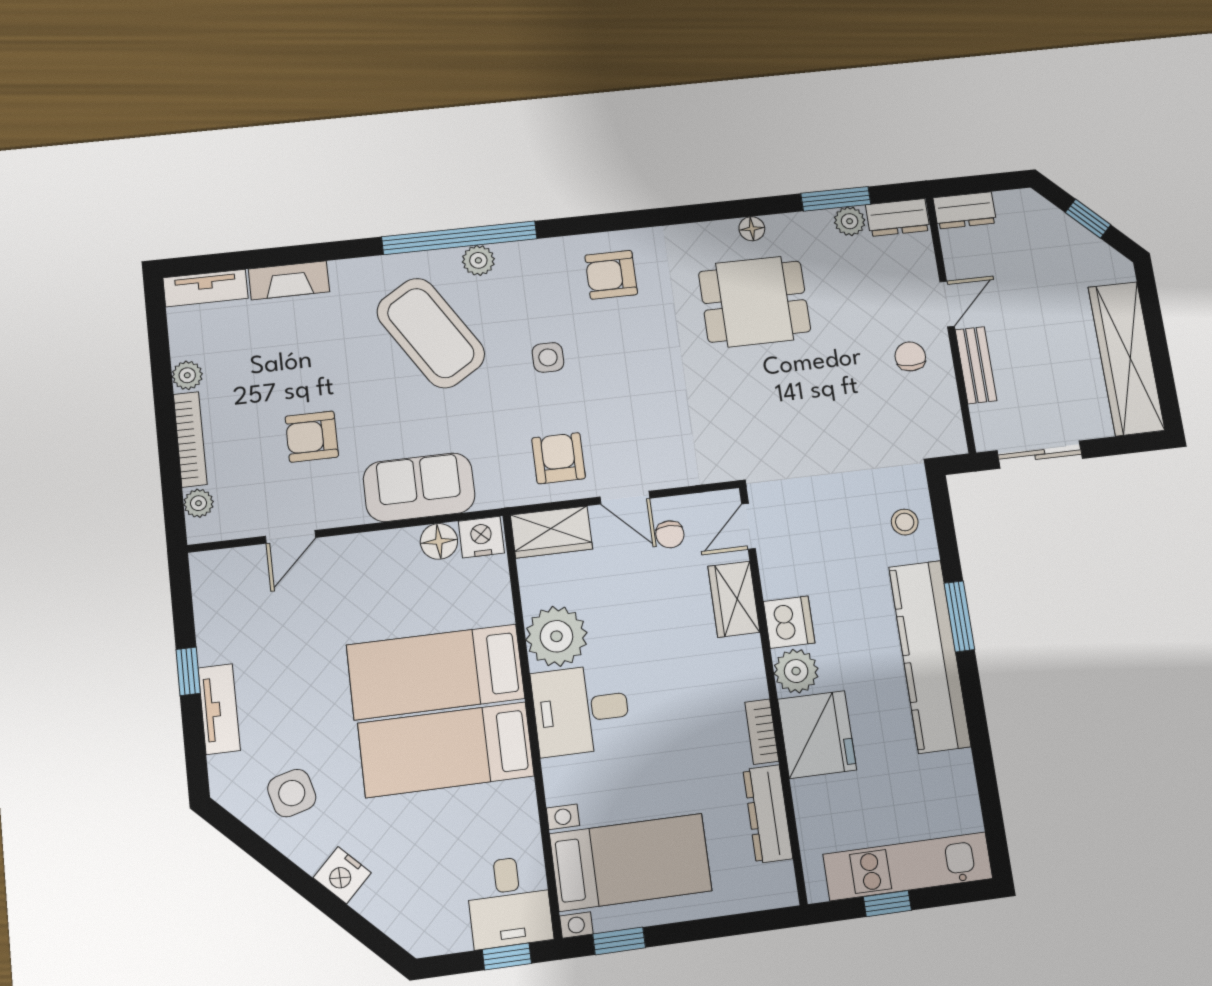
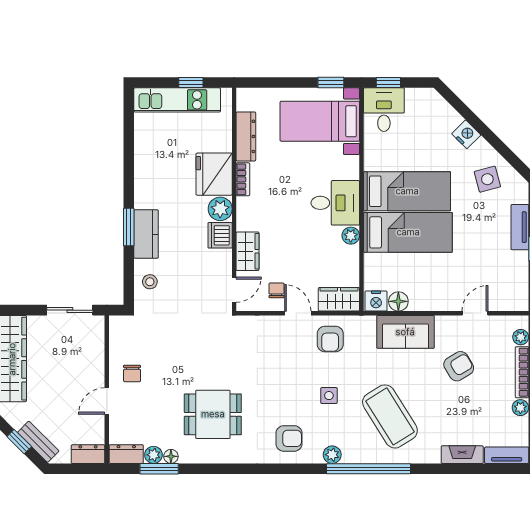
floor lamp: (752, 229) -> (171, 456), moved
plant: (478, 260) -> (332, 455), moved
bench: (976, 365) -> (38, 442), moved, turned -45
armchair: (312, 437) -> (459, 366), turned -31
plant: (556, 636) -> (351, 236), width x0.53, depth x0.53
kitchen counter: (930, 656) -> (146, 234), width x0.48, depth x0.86

